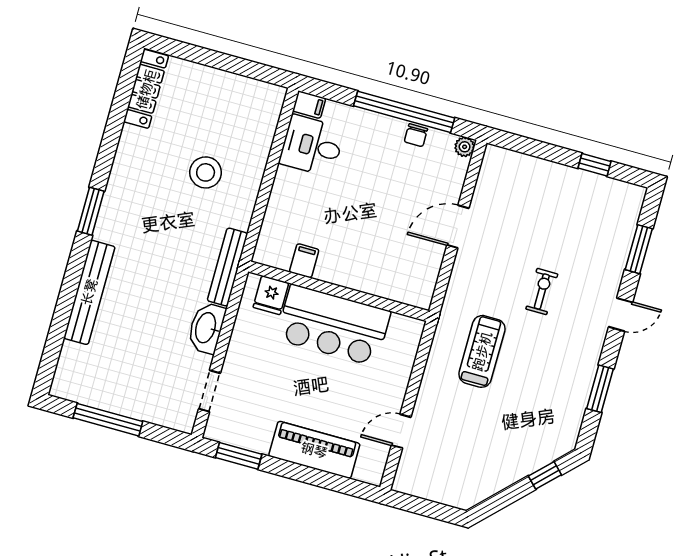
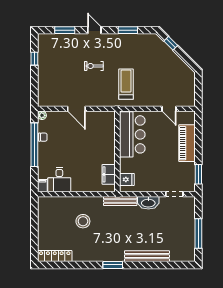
filing cabinet: (304, 261) -> (109, 174), width x2.00
bar counter: (333, 325) -> (132, 134), moved
treadmill: (482, 351) -> (126, 84), turned 90

